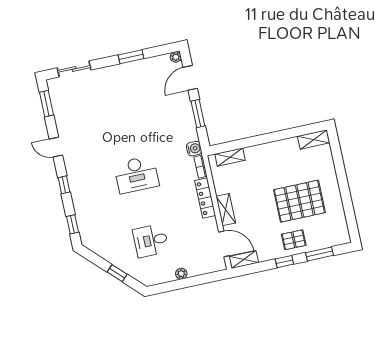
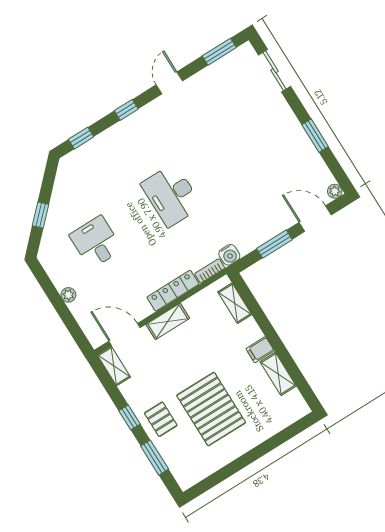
shelving: (314, 139) -> (278, 374), moved
filing cabinet: (270, 151) -> (260, 350), added
door: (224, 244) -> (124, 334), swing flipped

